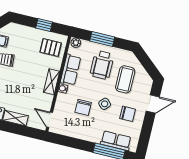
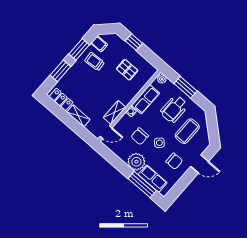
window: (44, 25) -> (134, 42), moved
pallet: (51, 47) -> (127, 70), moved
shelving: (52, 82) -> (115, 112), moved
door: (50, 120) -> (106, 132), swing flipped
plant: (92, 133) -> (136, 162), added

